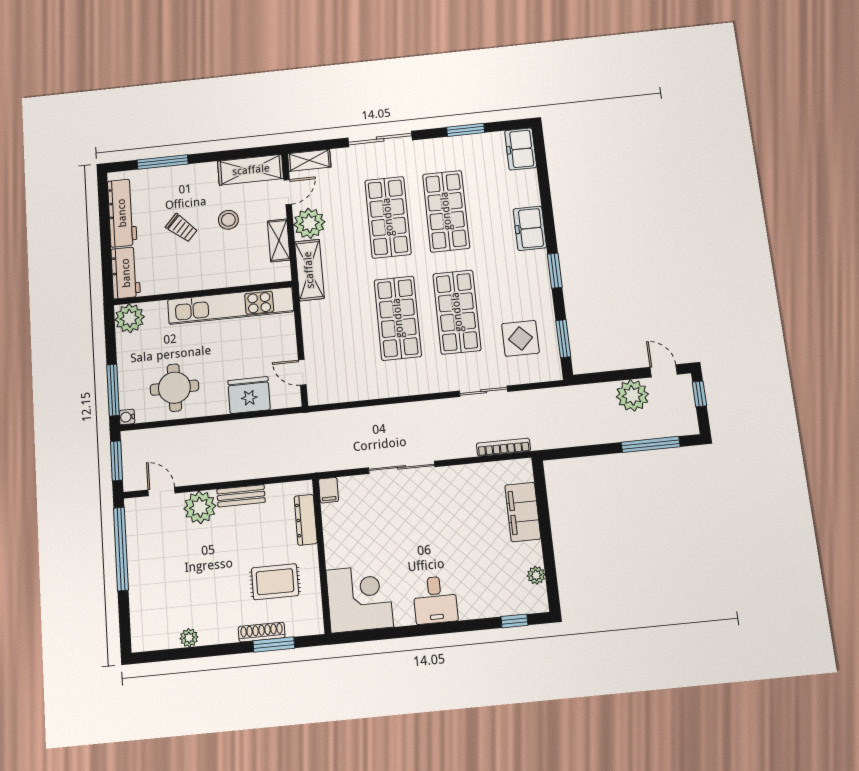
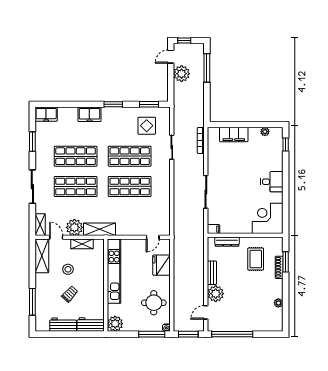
workbench: (122, 213) -> (63, 325), width x0.73

